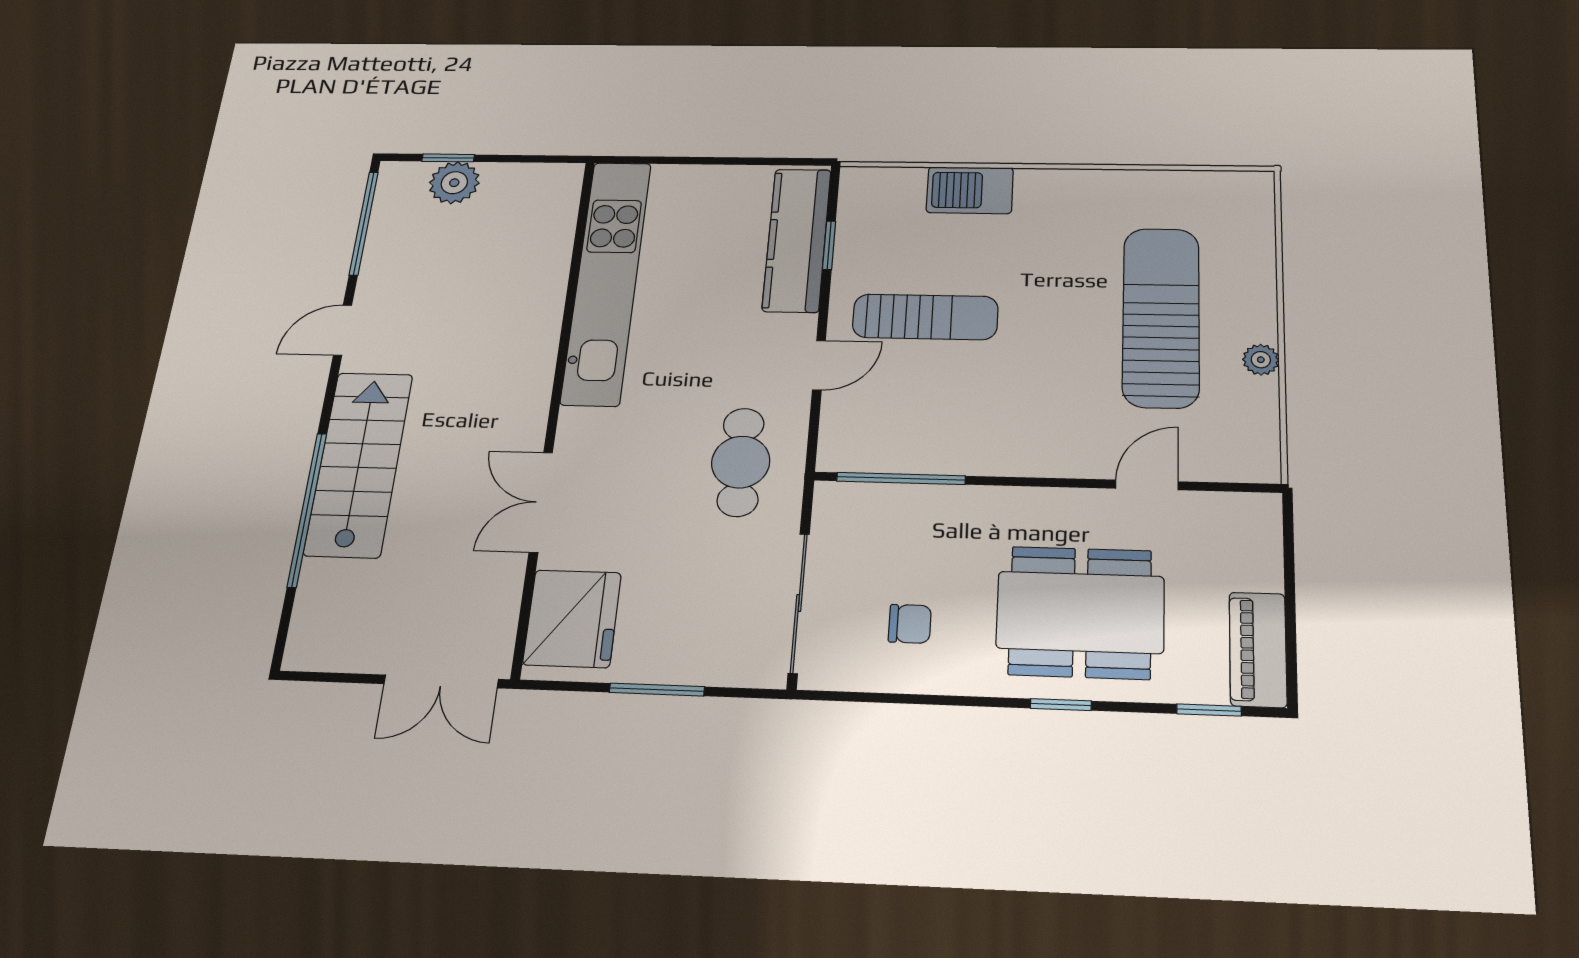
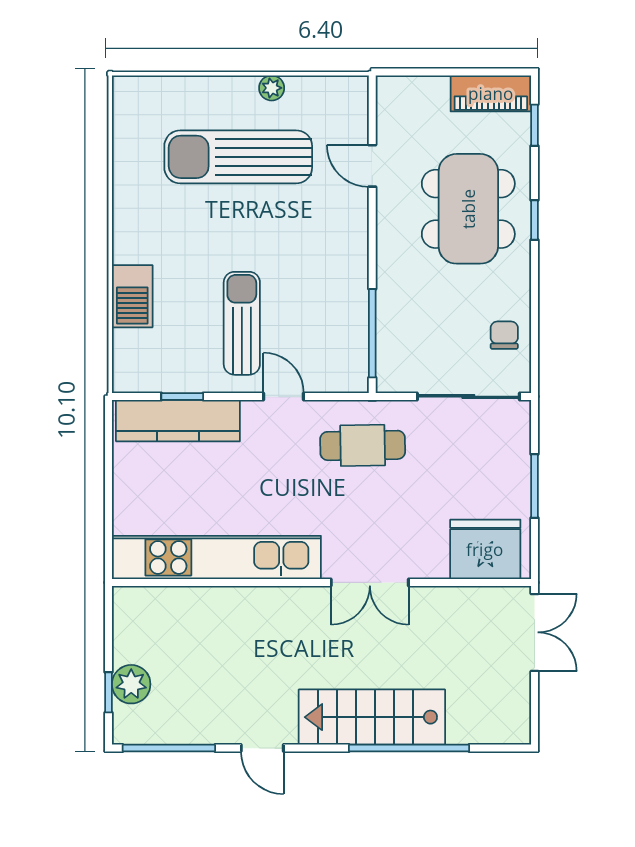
double door: (541, 502) -> (370, 582), moved
chair: (910, 624) -> (504, 335), moved

